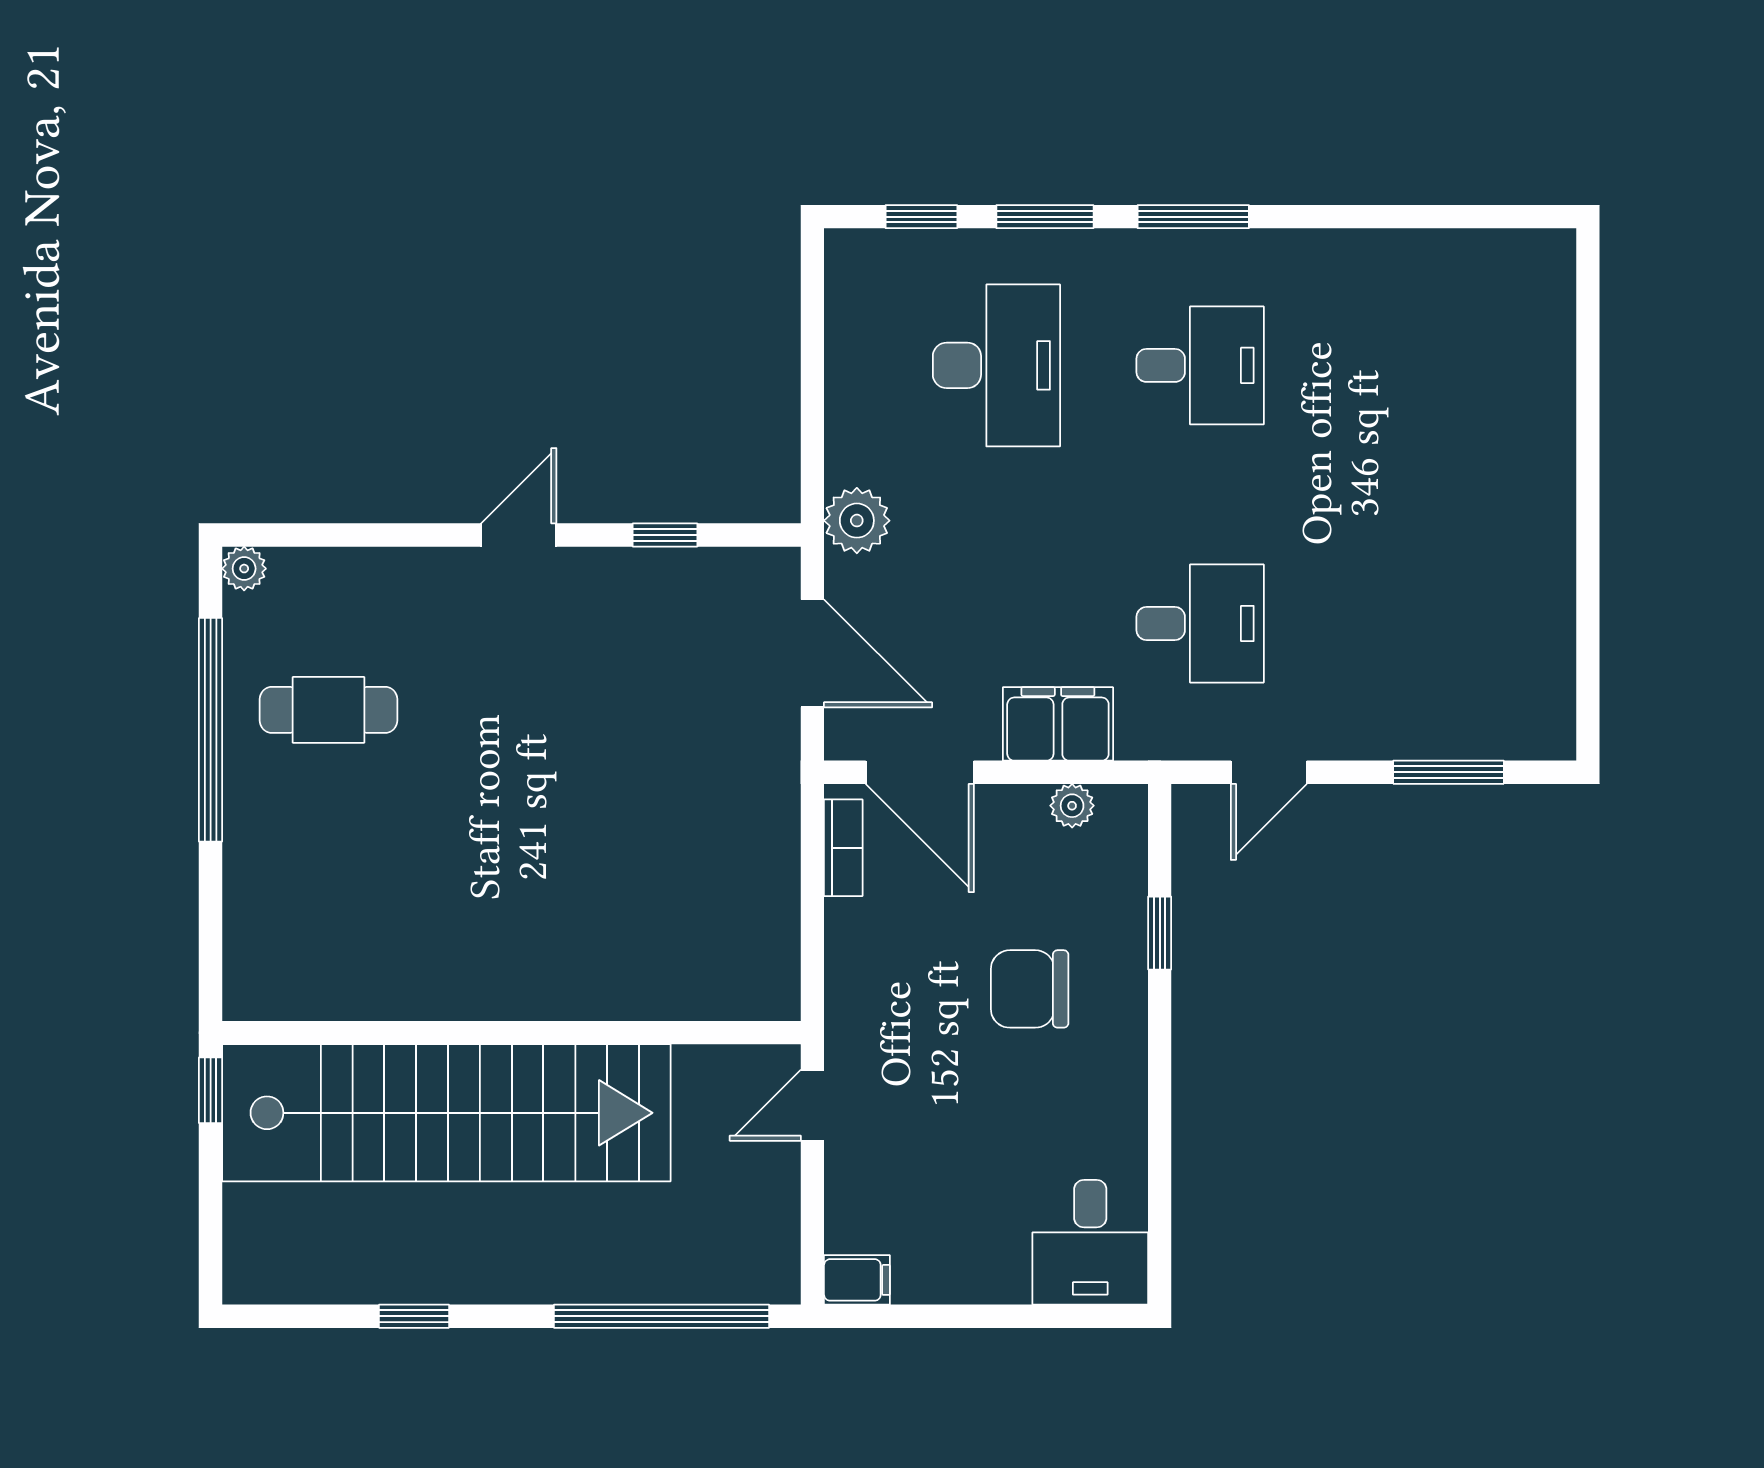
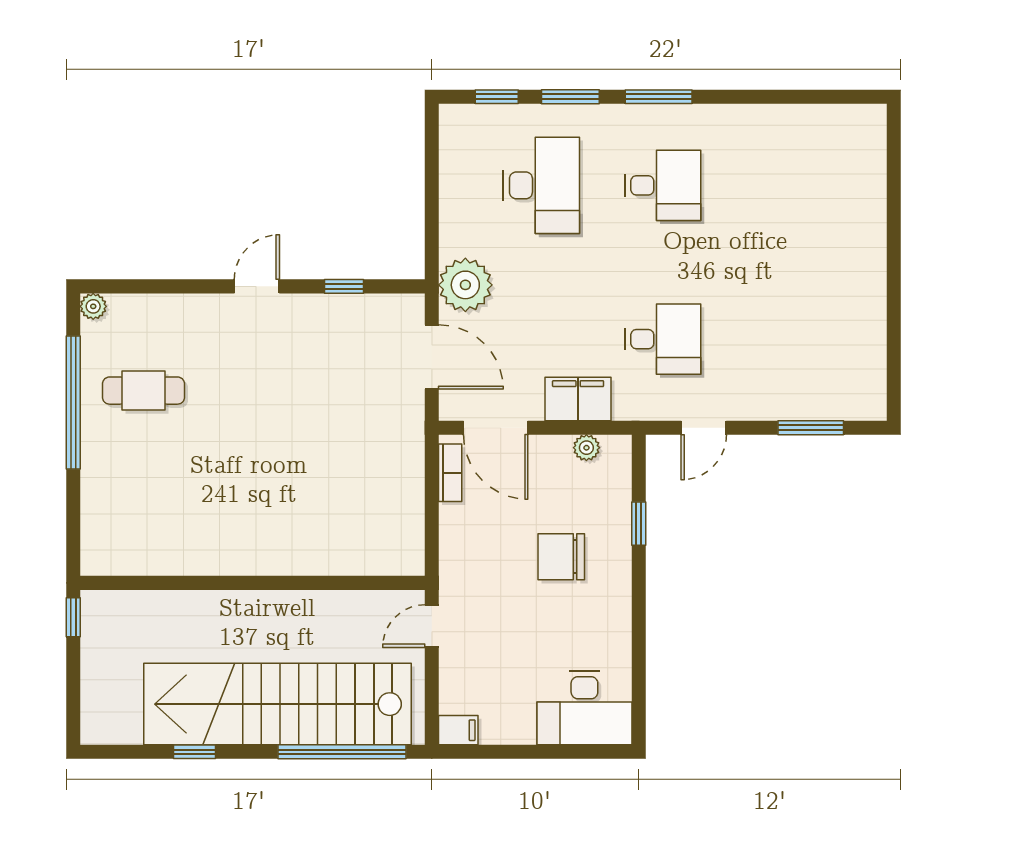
plant: (857, 521) -> (465, 285), width x1.36, depth x1.36
stairs: (446, 1113) -> (278, 704), moved, turned 180
desk: (1090, 1242) -> (584, 708), width x1.37

